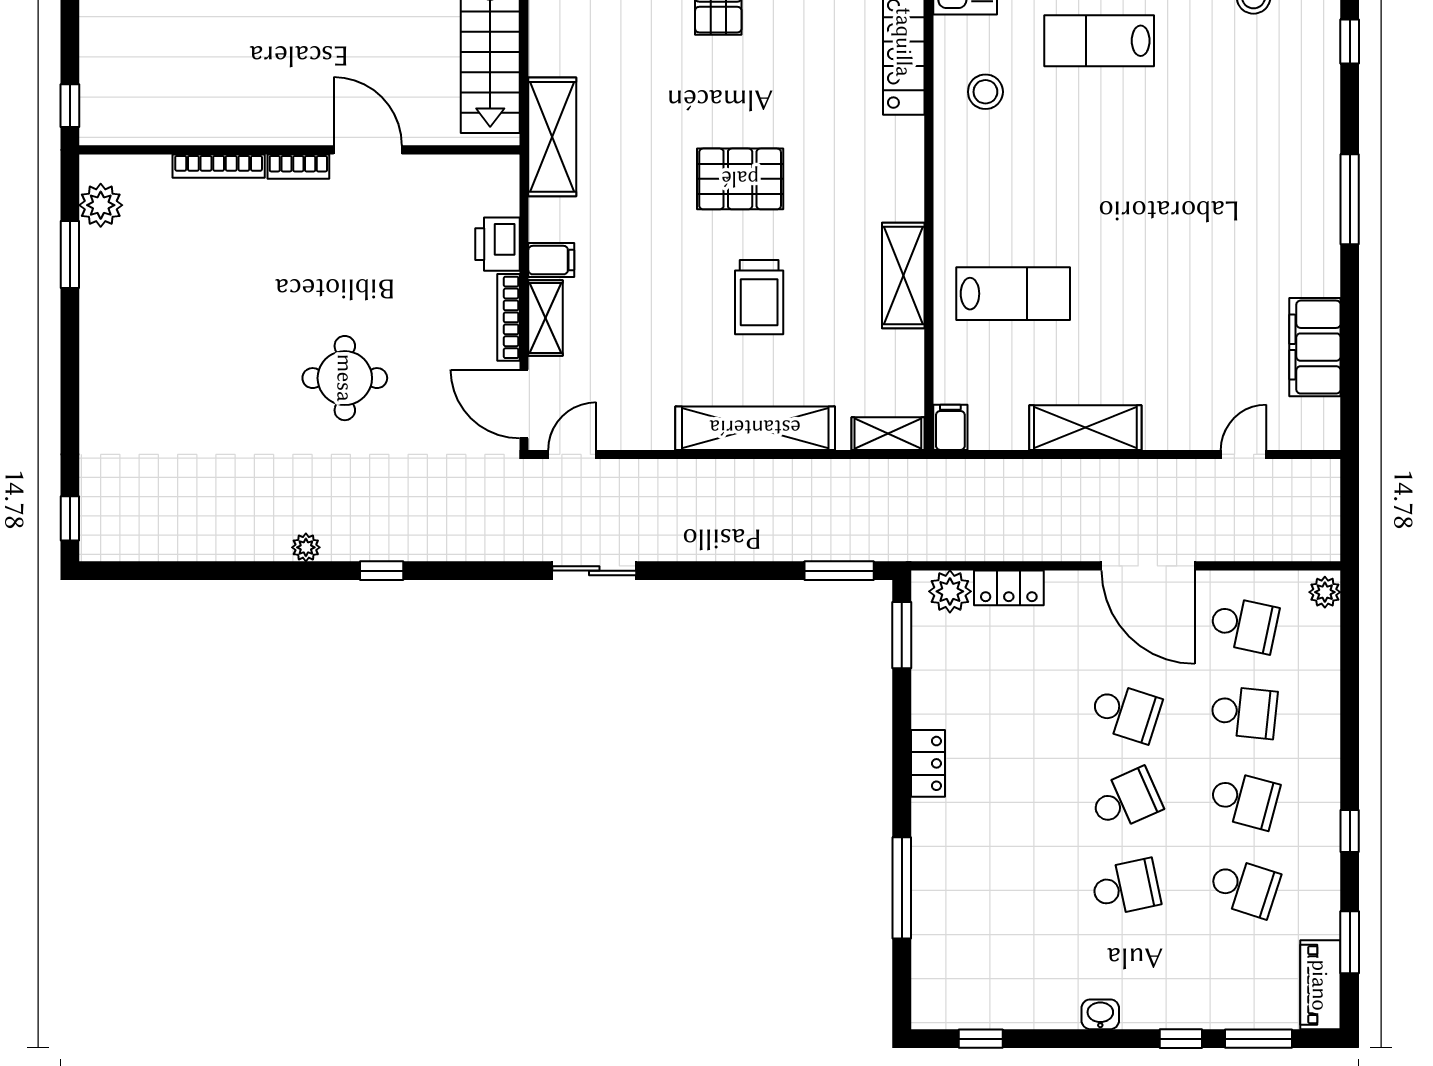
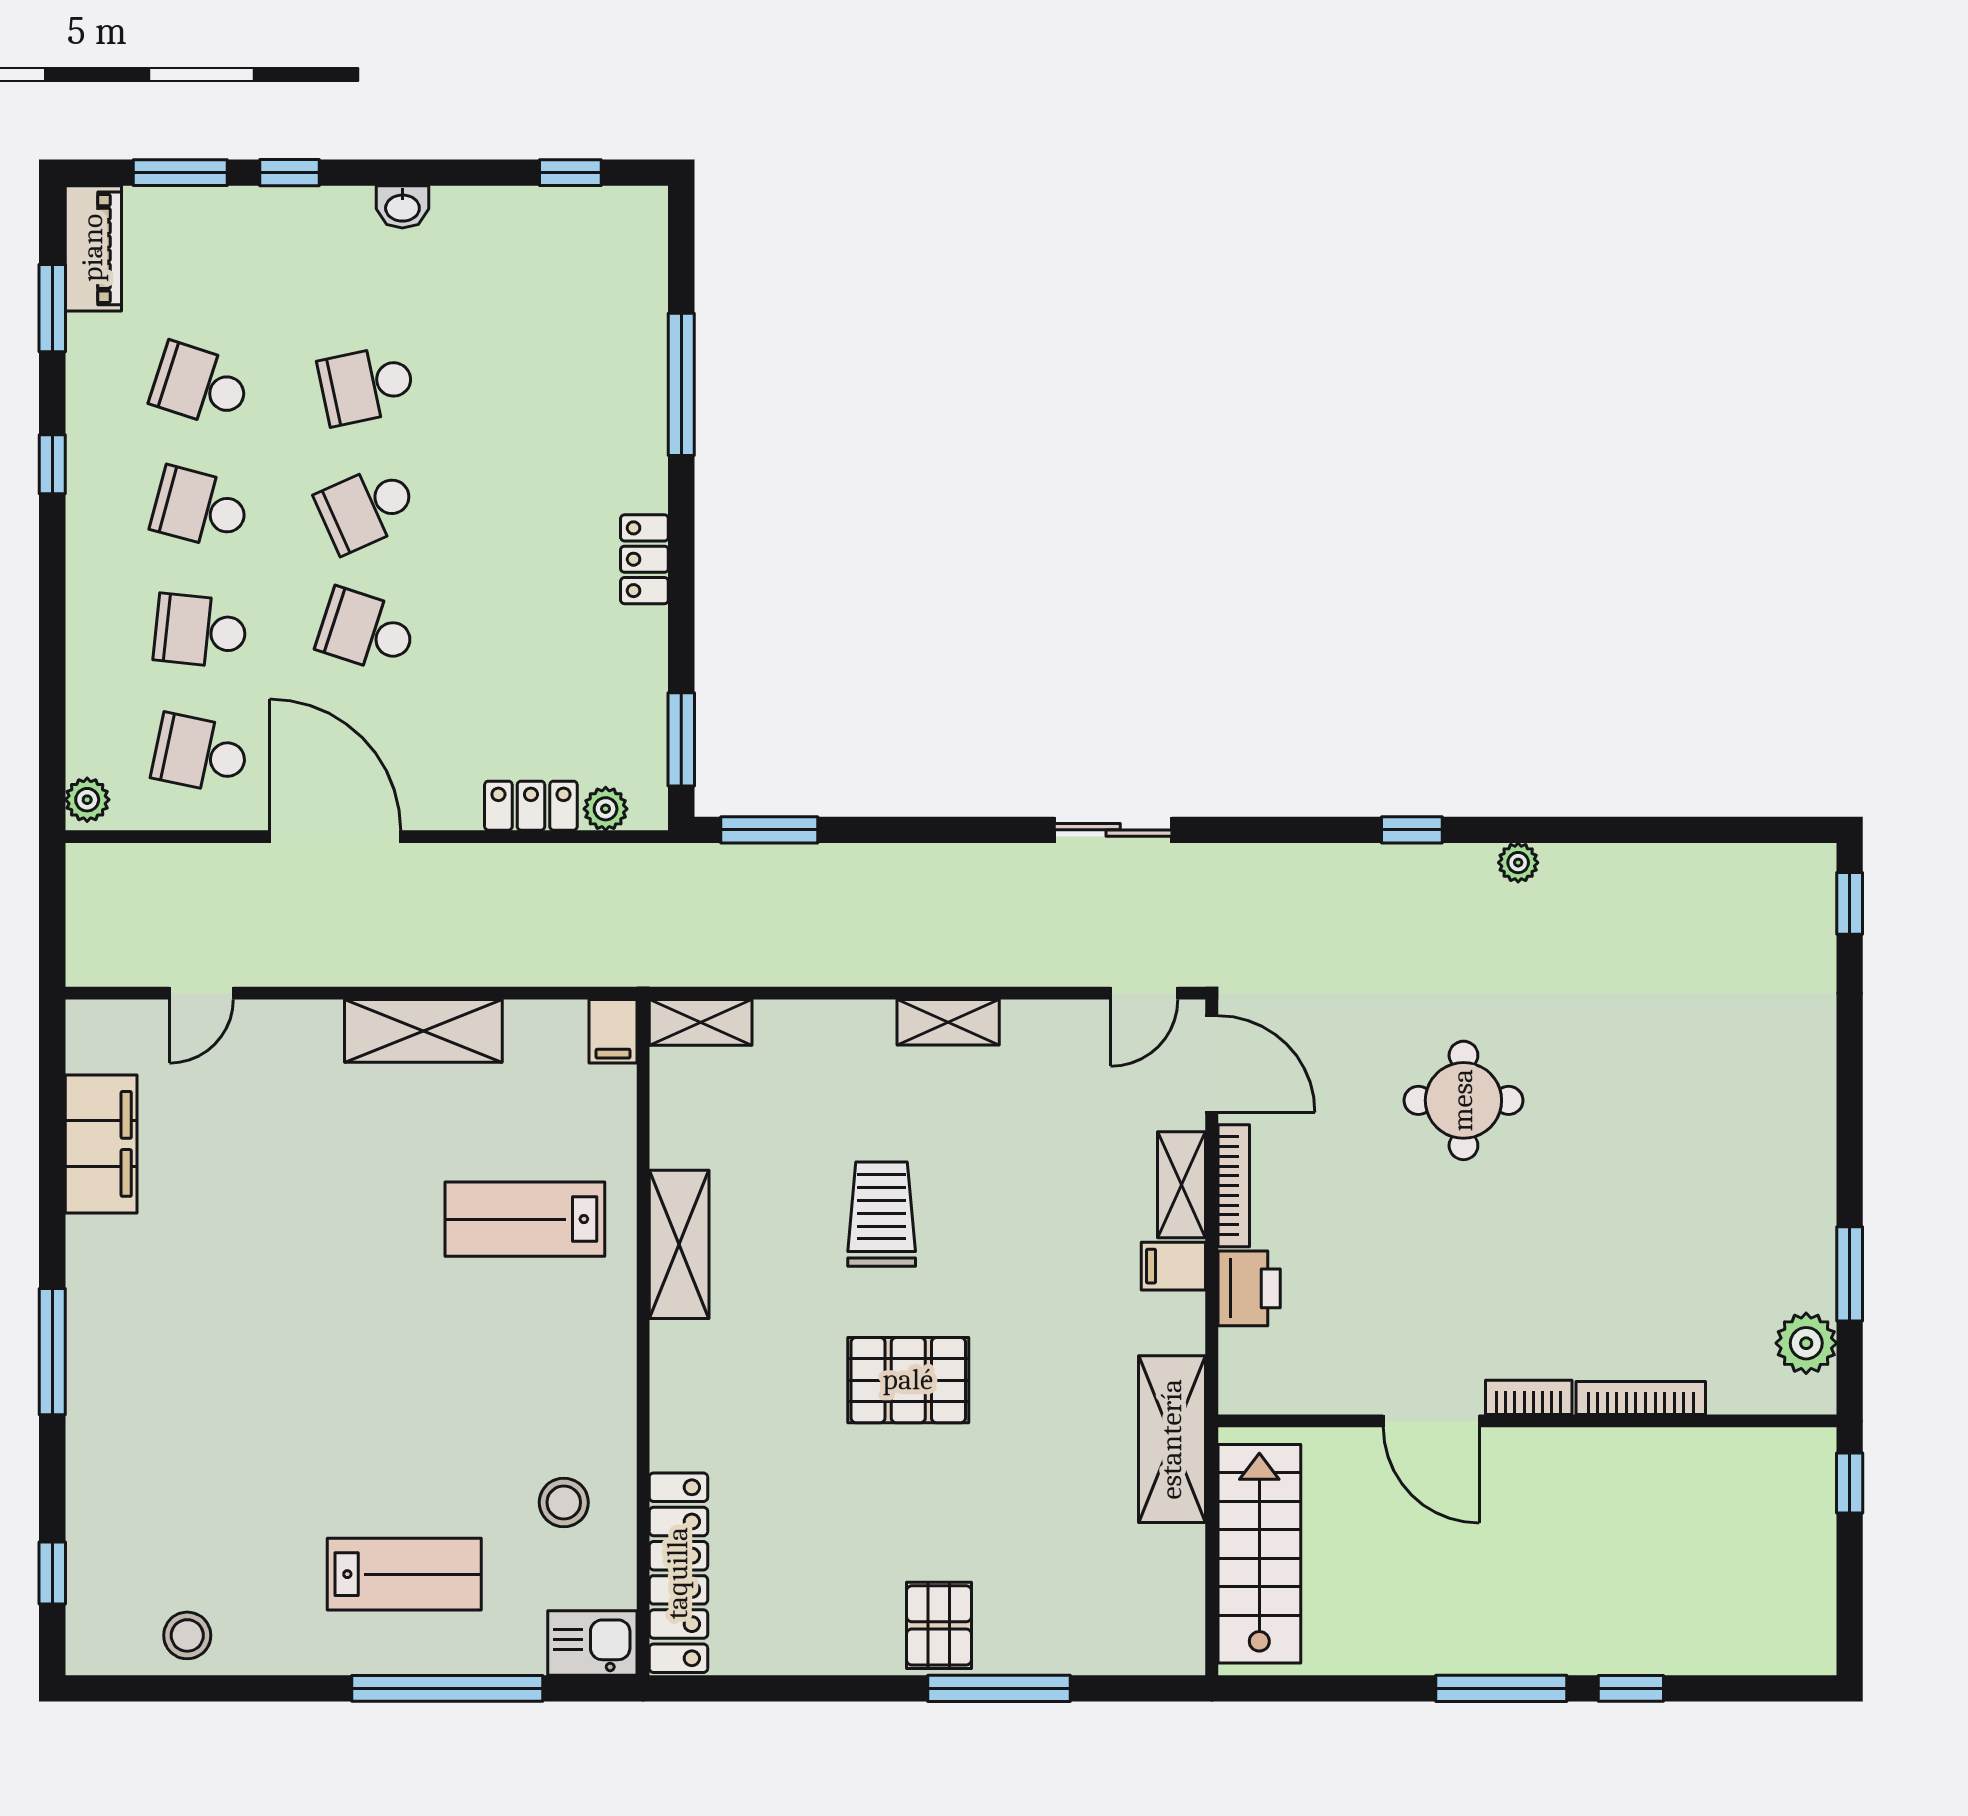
shelving: (755, 428) -> (948, 1022), width x0.45, depth x0.75
plant: (950, 591) -> (606, 809), width x0.73, depth x0.73

